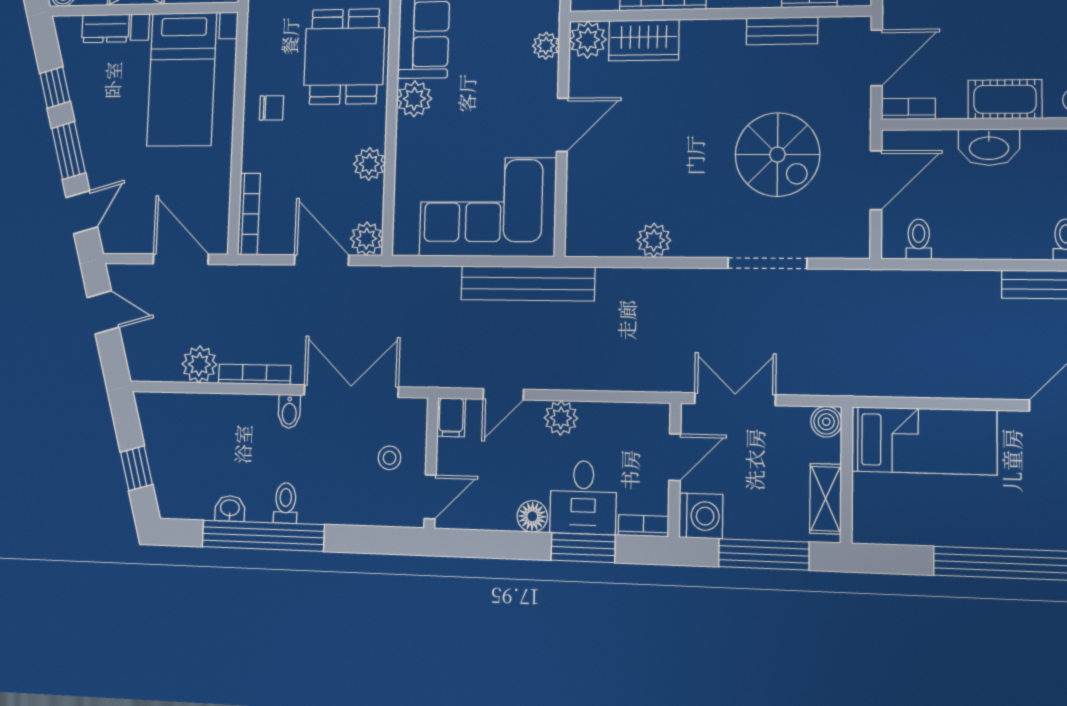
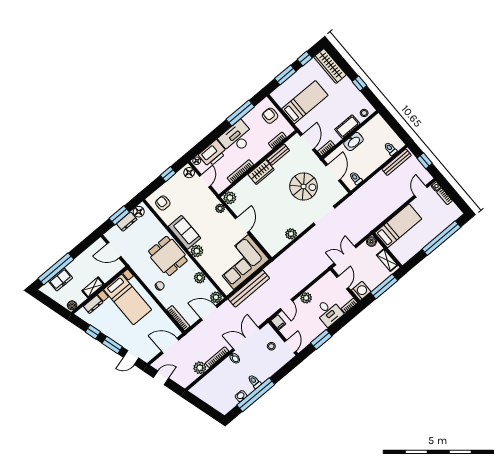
wardrobe: (644, 40) -> (261, 172), moved
door: (82, 212) -> (131, 358), swing flipped
bench: (528, 283) -> (249, 289), moved
window: (137, 468) -> (207, 409), removed
floor lamp: (532, 516) -> (320, 328), removed
window: (583, 548) -> (321, 339), moved

